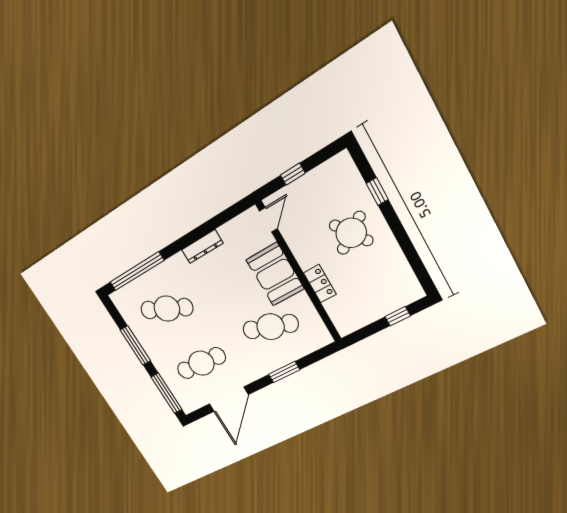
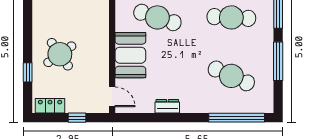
door: (268, 220) -> (112, 97), swing flipped
dresser: (202, 247) -> (167, 106), width x0.70
locker: (320, 284) -> (50, 106), moved, turned 90

